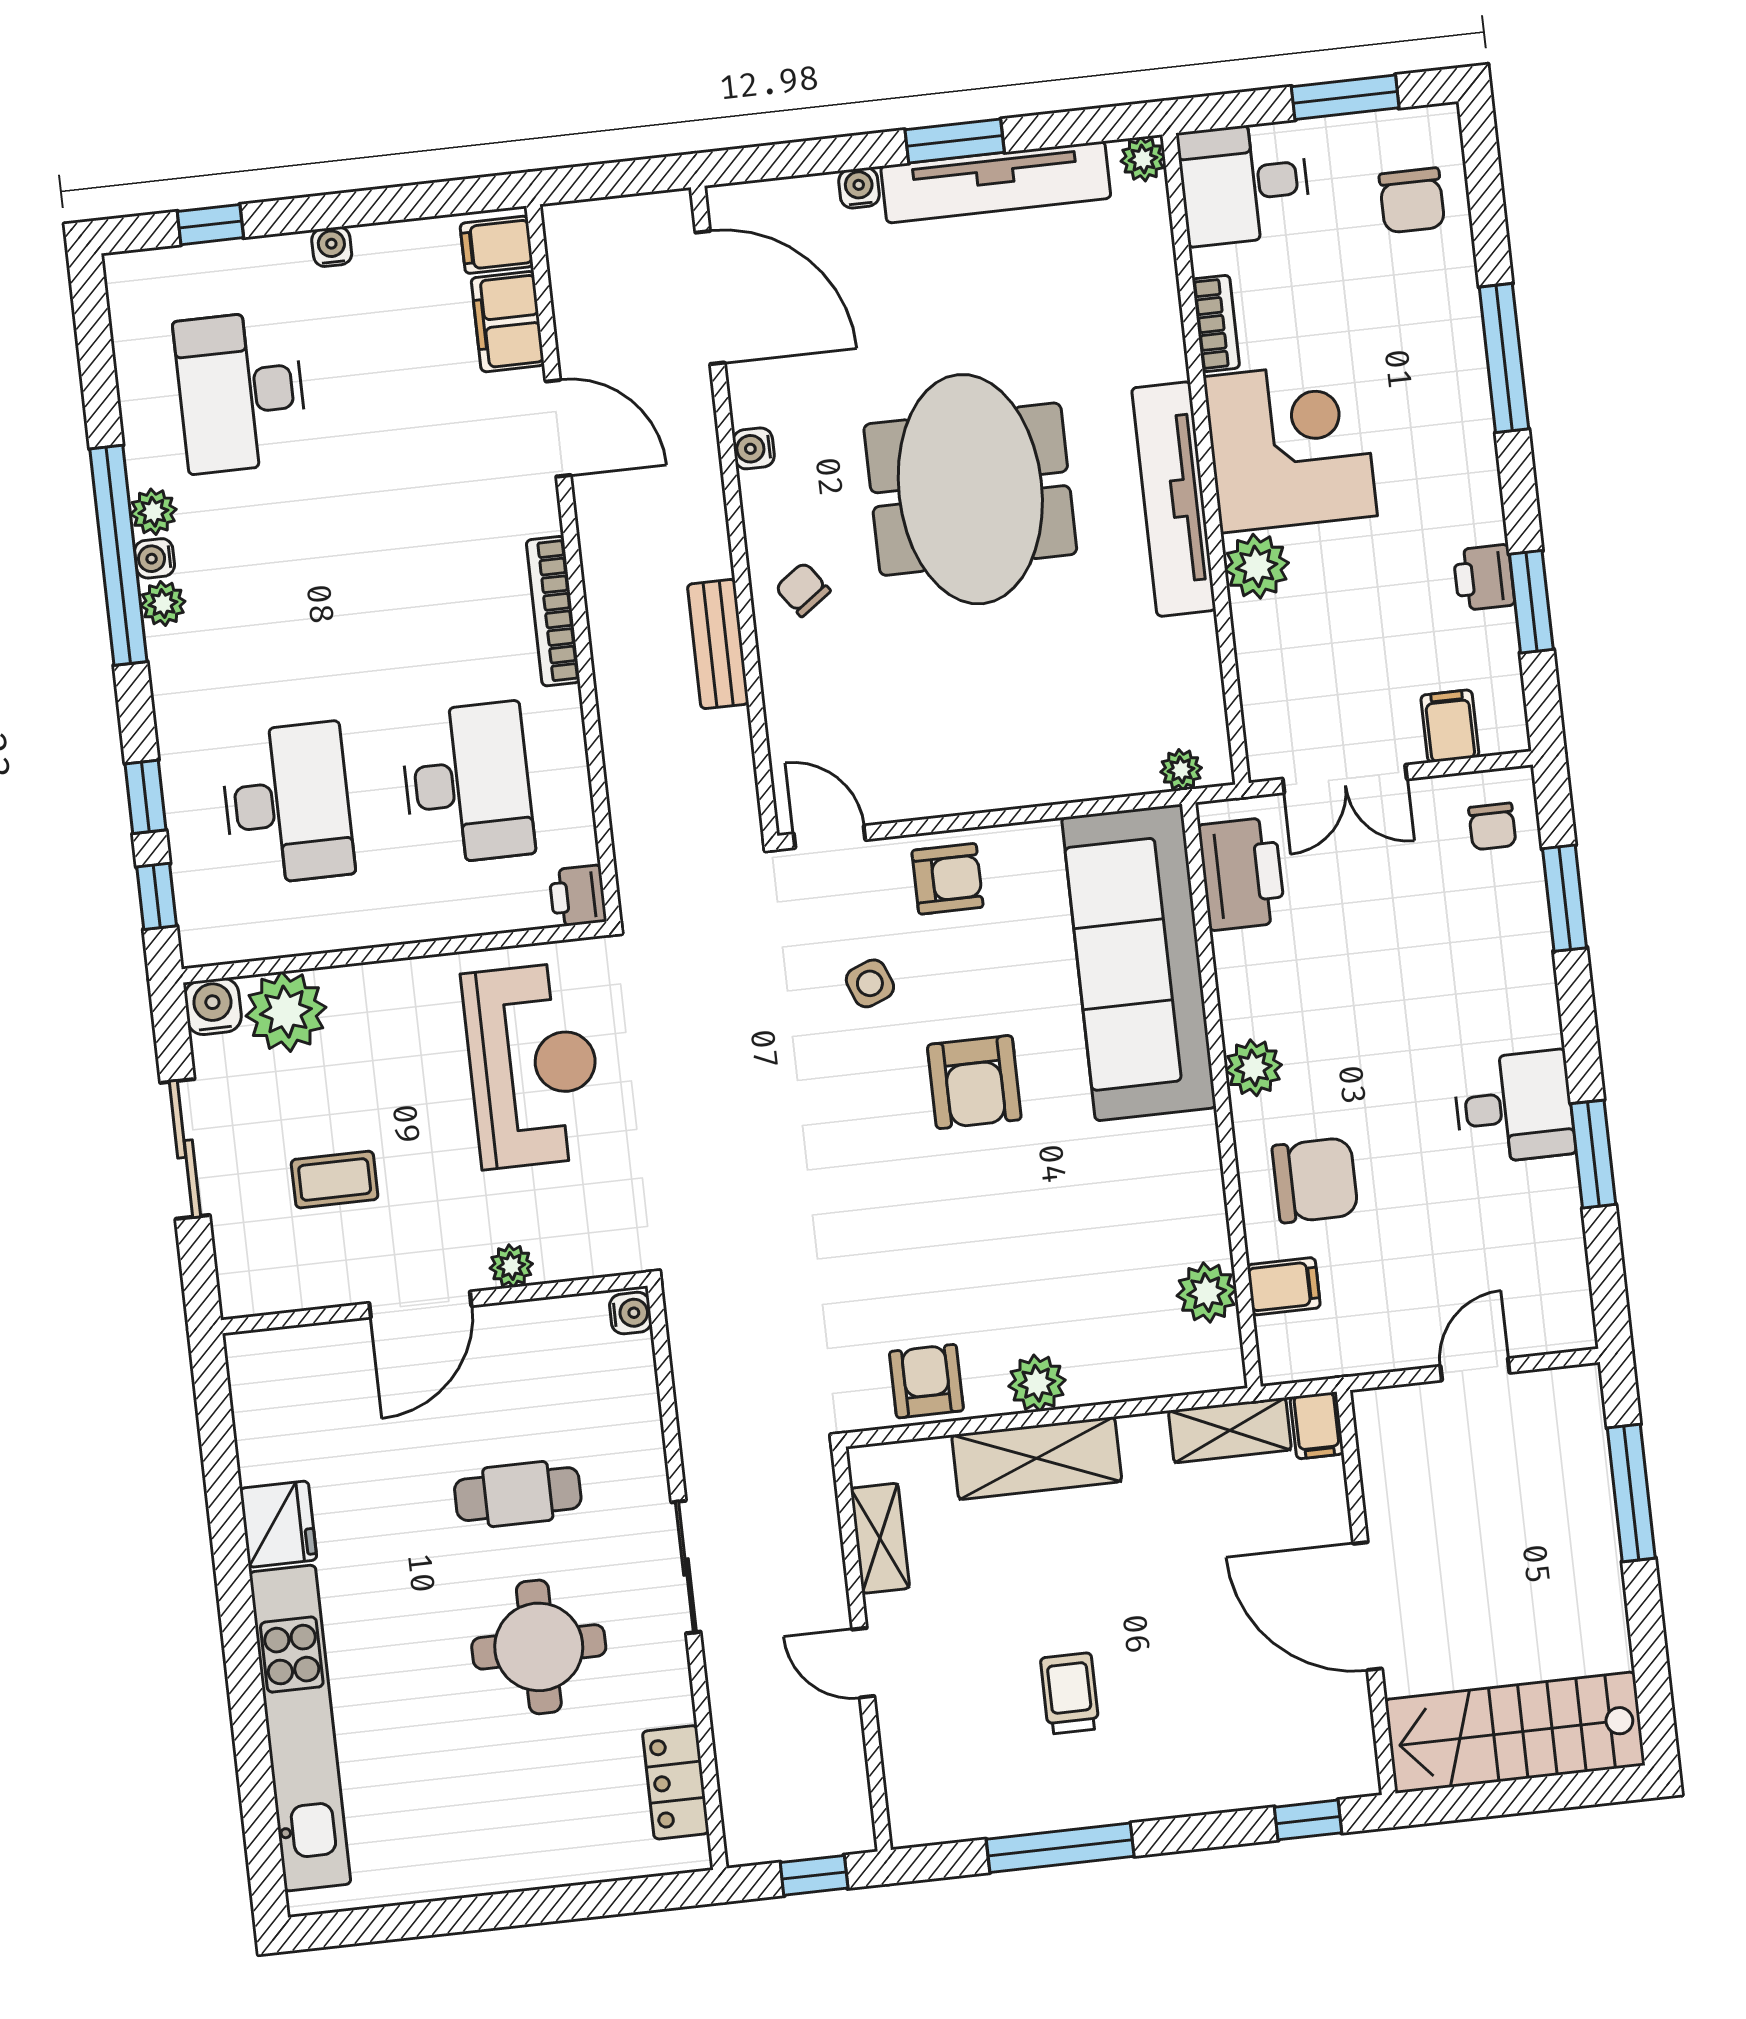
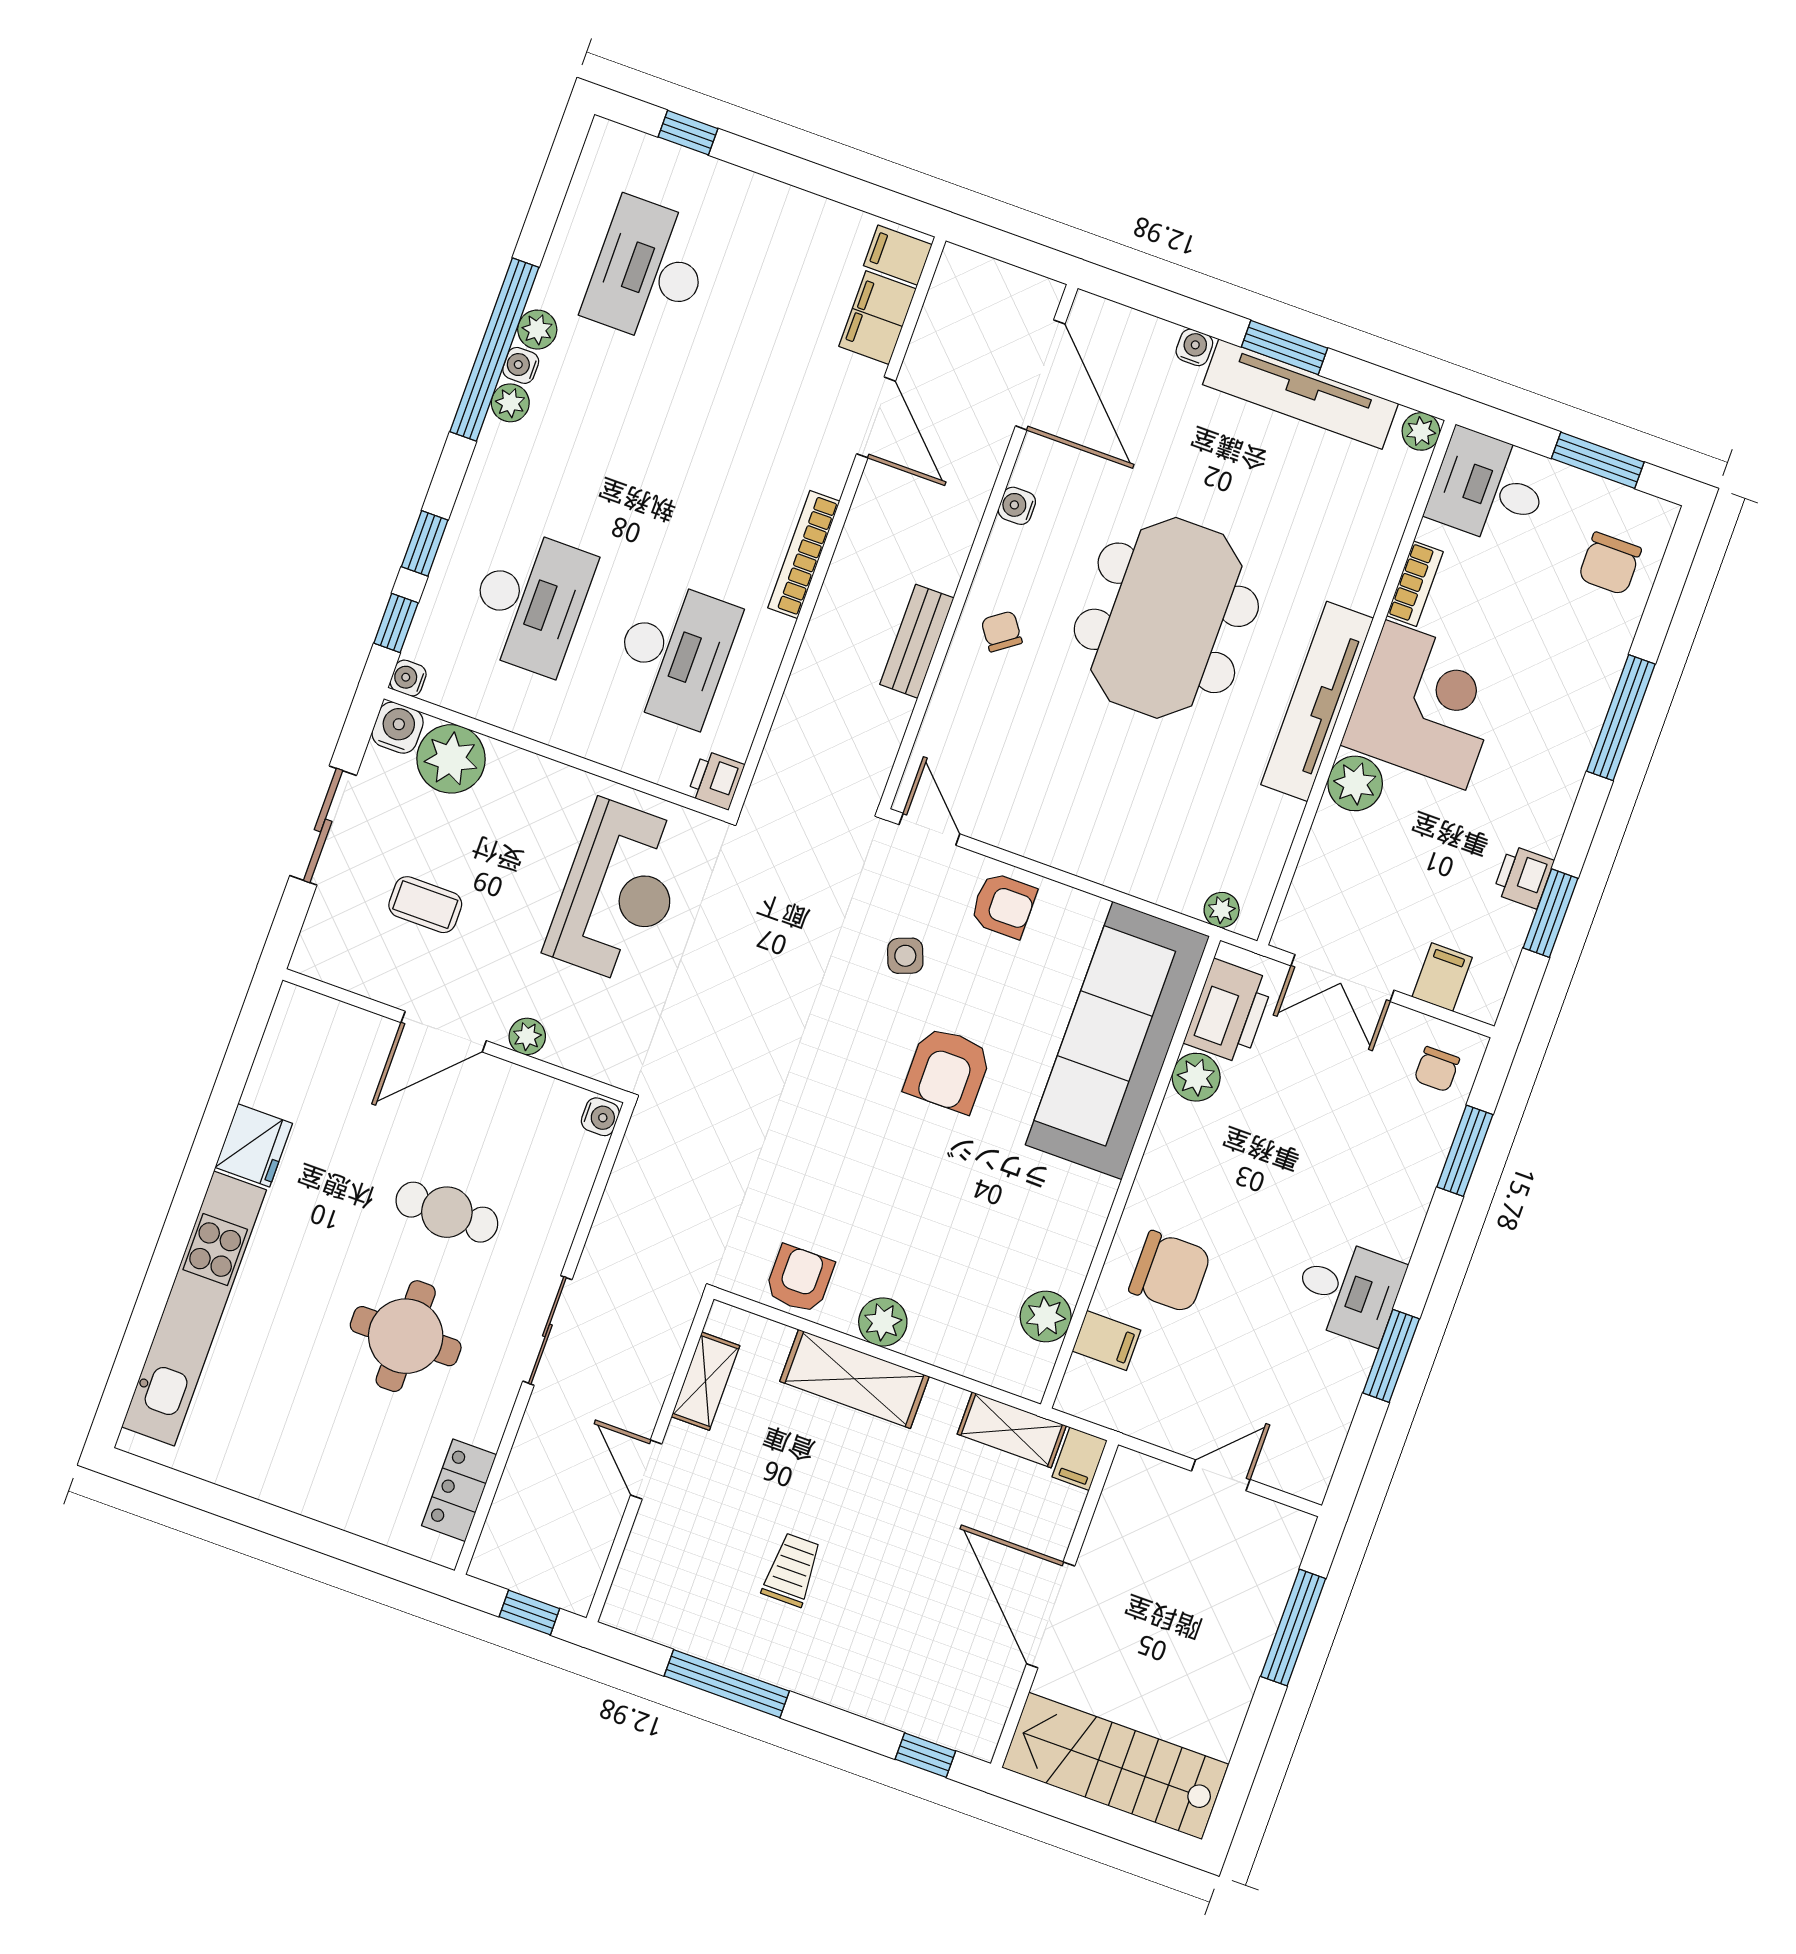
water cooler: (332, 247) -> (408, 678), moved, turned -90
plant: (1253, 1068) -> (1196, 1077), moved

